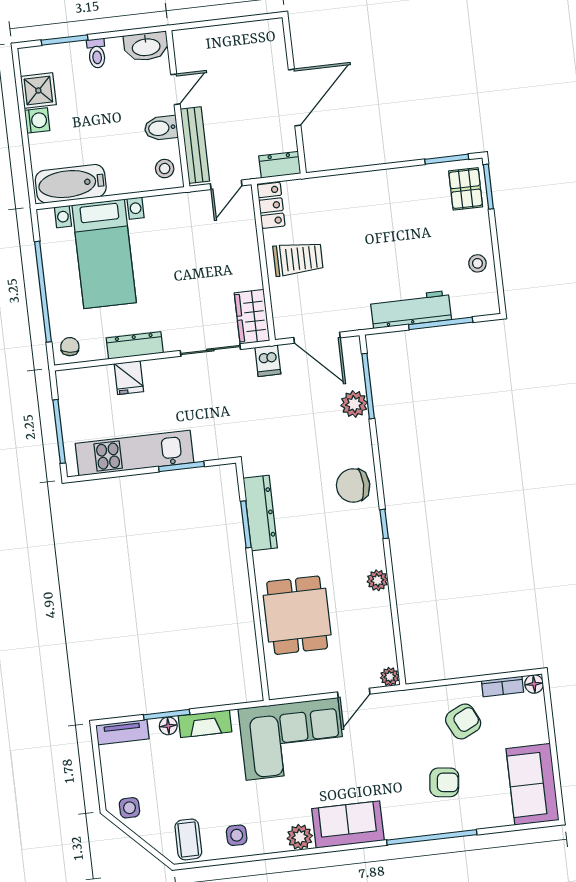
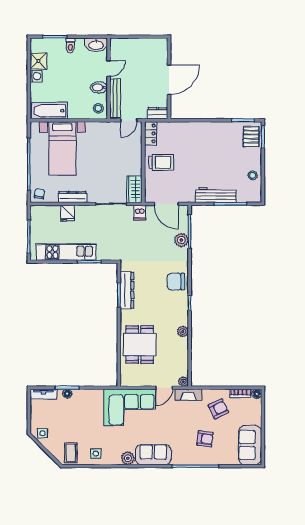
fireplace: (205, 724) -> (188, 395), moved

